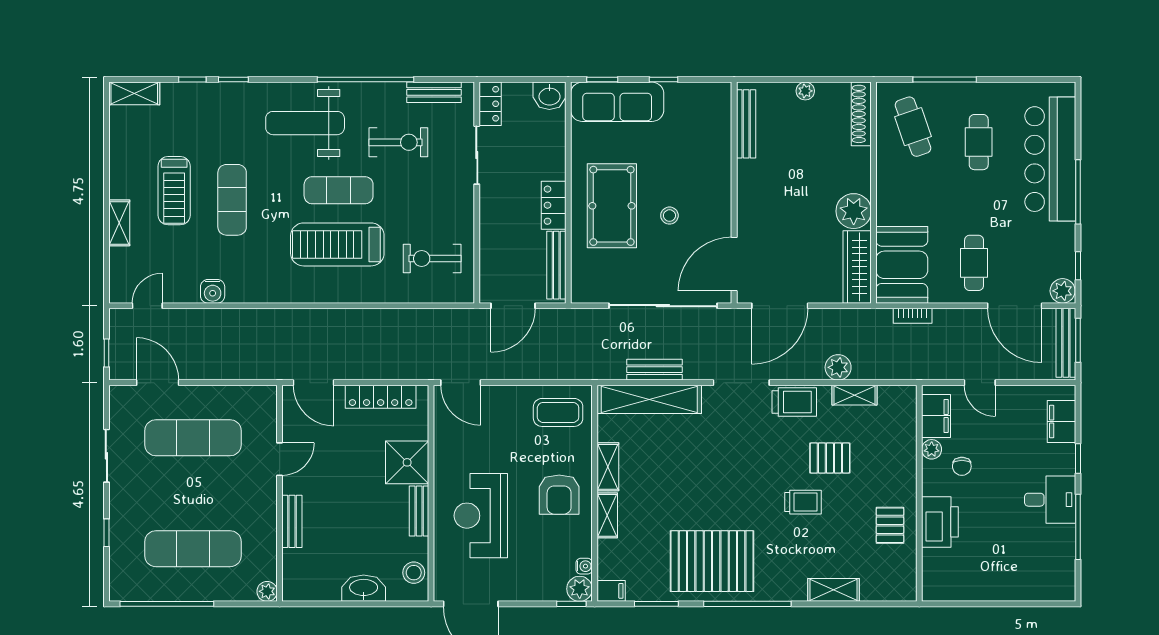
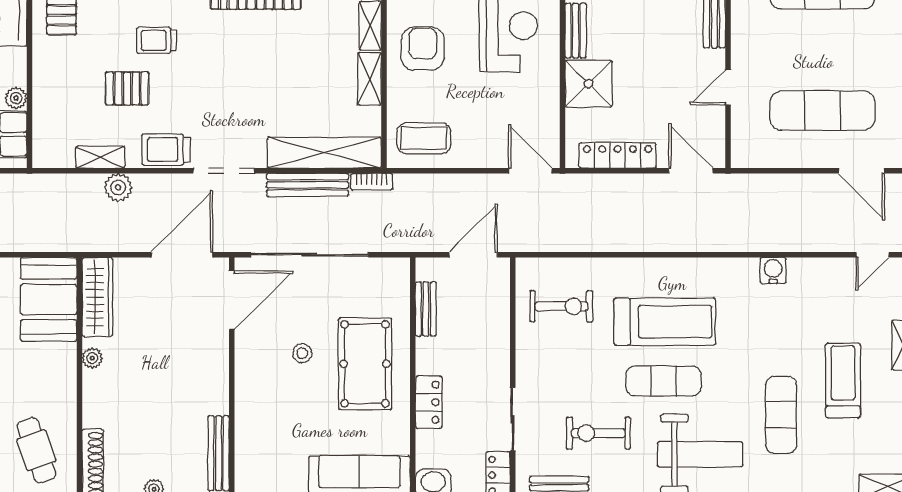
exercise mat: (232, 200) -> (781, 415), moved
locker: (554, 205) -> (429, 402), moved
plant: (854, 211) -> (92, 358), width x0.53, depth x0.53
bench: (556, 265) -> (426, 309), width x0.73
water cooler: (213, 291) -> (773, 270), moved
bookcase: (913, 316) -> (372, 182), moved, turned 180
bench: (655, 370) -> (308, 185), width x1.36

